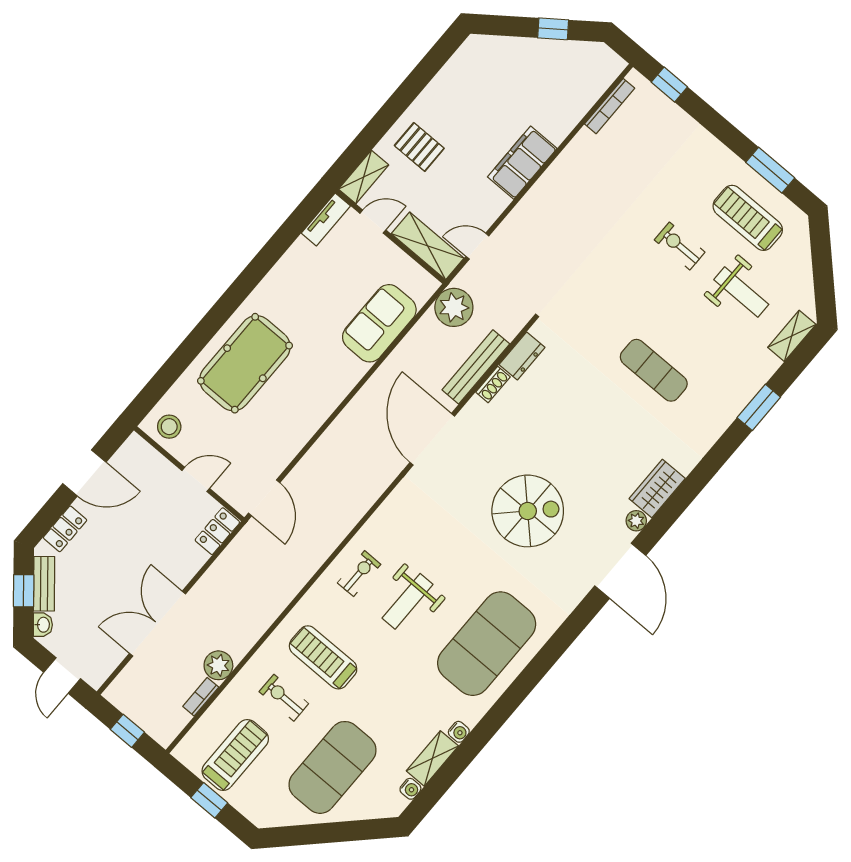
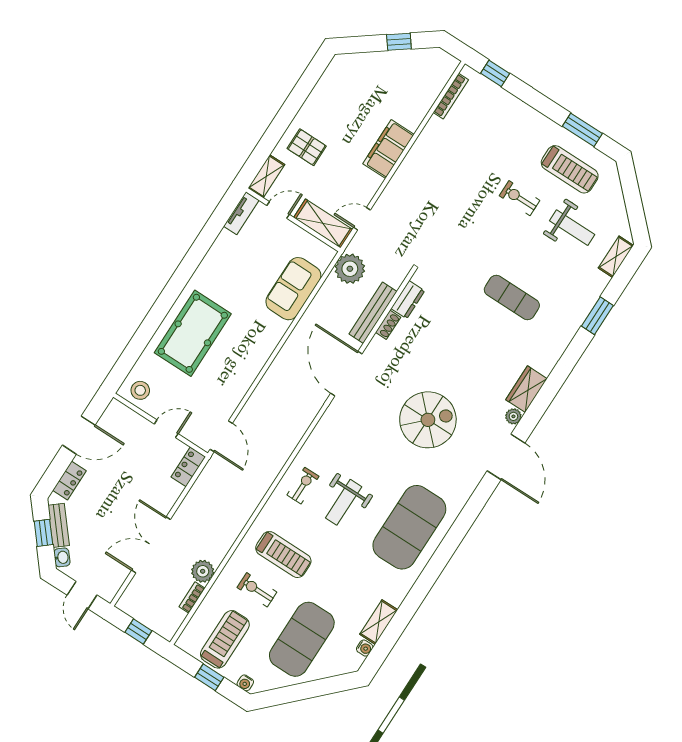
treadmill: (748, 218) -> (570, 169), turned 180
treadmill: (323, 657) -> (283, 555), turned 180
water cooler: (459, 732) -> (245, 683), moved, turned 90

